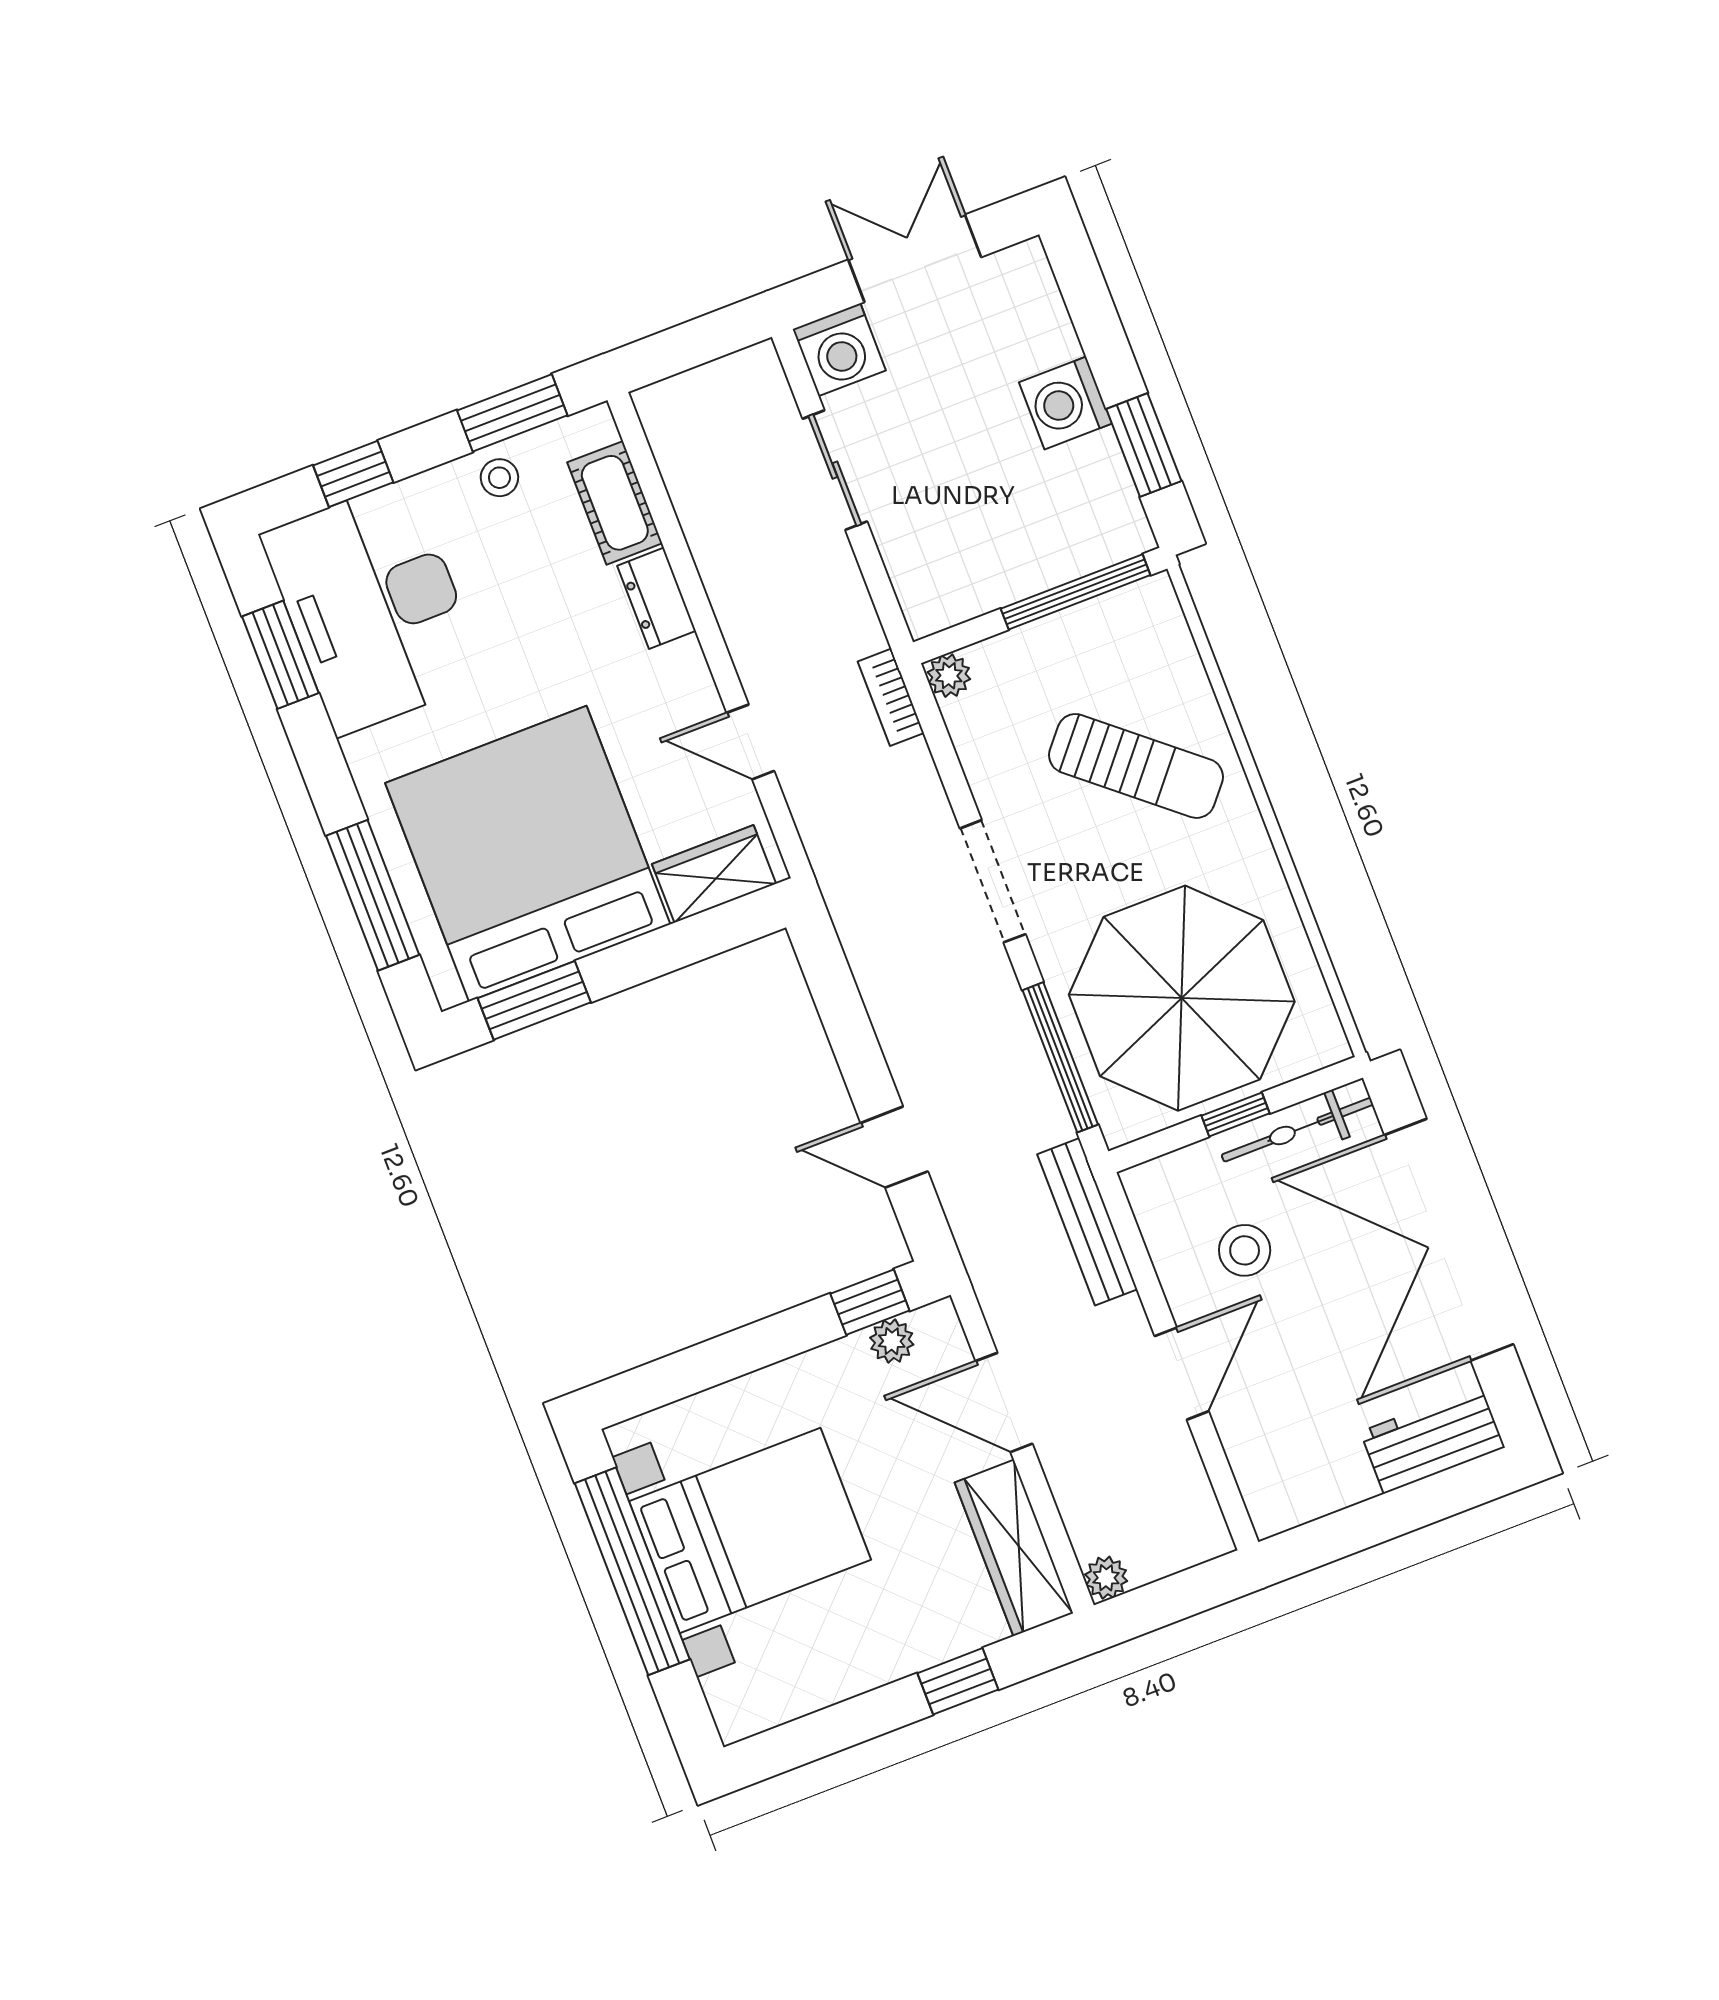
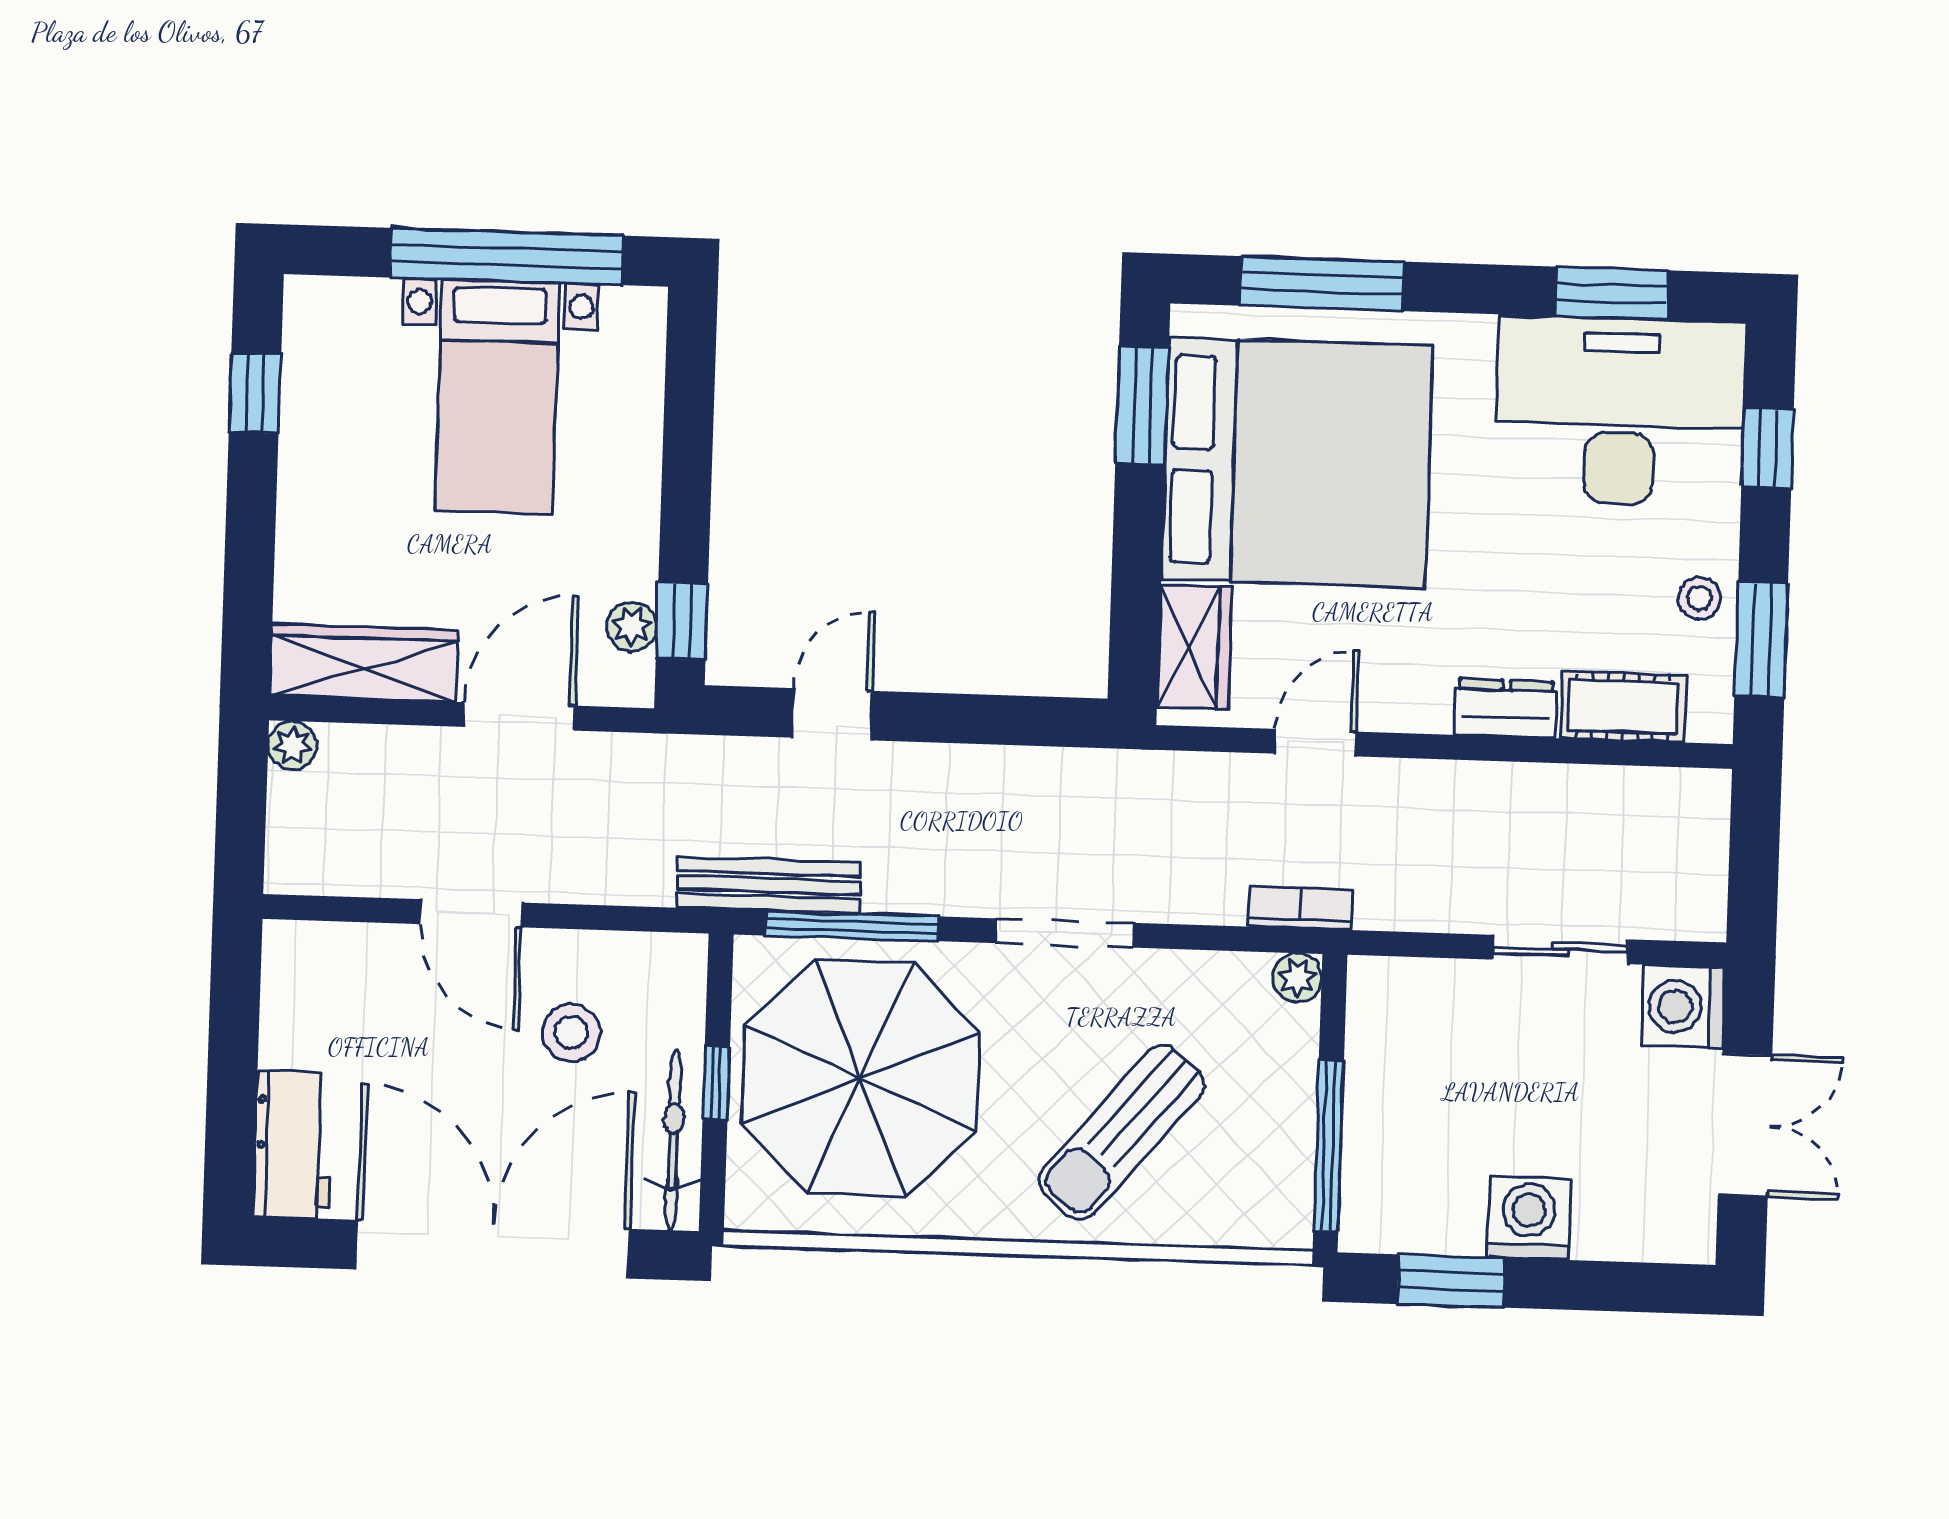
bench: (1087, 1222) -> (768, 885), moved
bed with nightstands: (750, 1530) -> (497, 397), width x0.73
window: (958, 1681) -> (255, 394), moved

